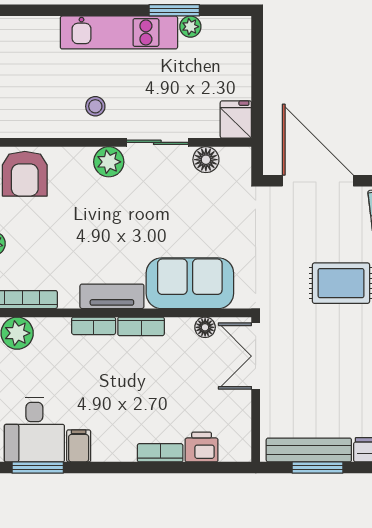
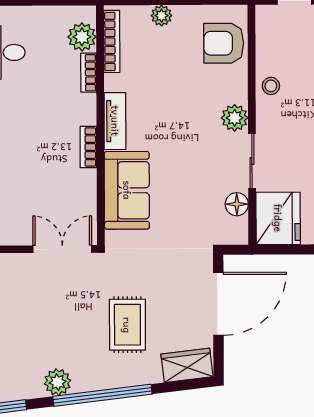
stool: (95, 106) -> (271, 86), moved
fridge: (236, 119) -> (278, 218), width x1.88, depth x1.34
bookcase: (94, 326) -> (89, 73), moved
floor lamp: (205, 327) -> (88, 204), removed

